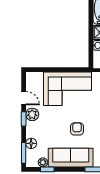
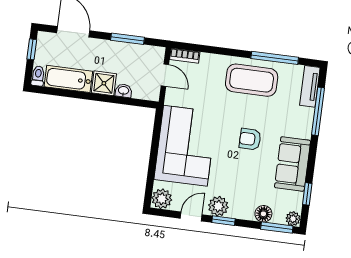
plant: (32, 78) -> (162, 199), added
sofa: (71, 158) -> (292, 164), width x0.73
plant: (43, 162) -> (293, 219), moved

